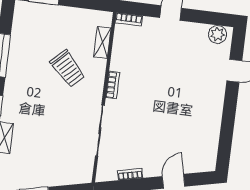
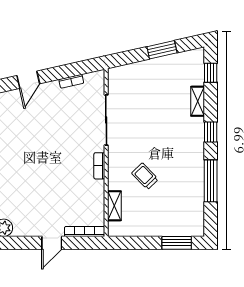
bookcase: (129, 19) -> (85, 232), width x1.56
trolley: (68, 69) -> (145, 176), width x0.73, depth x0.72

